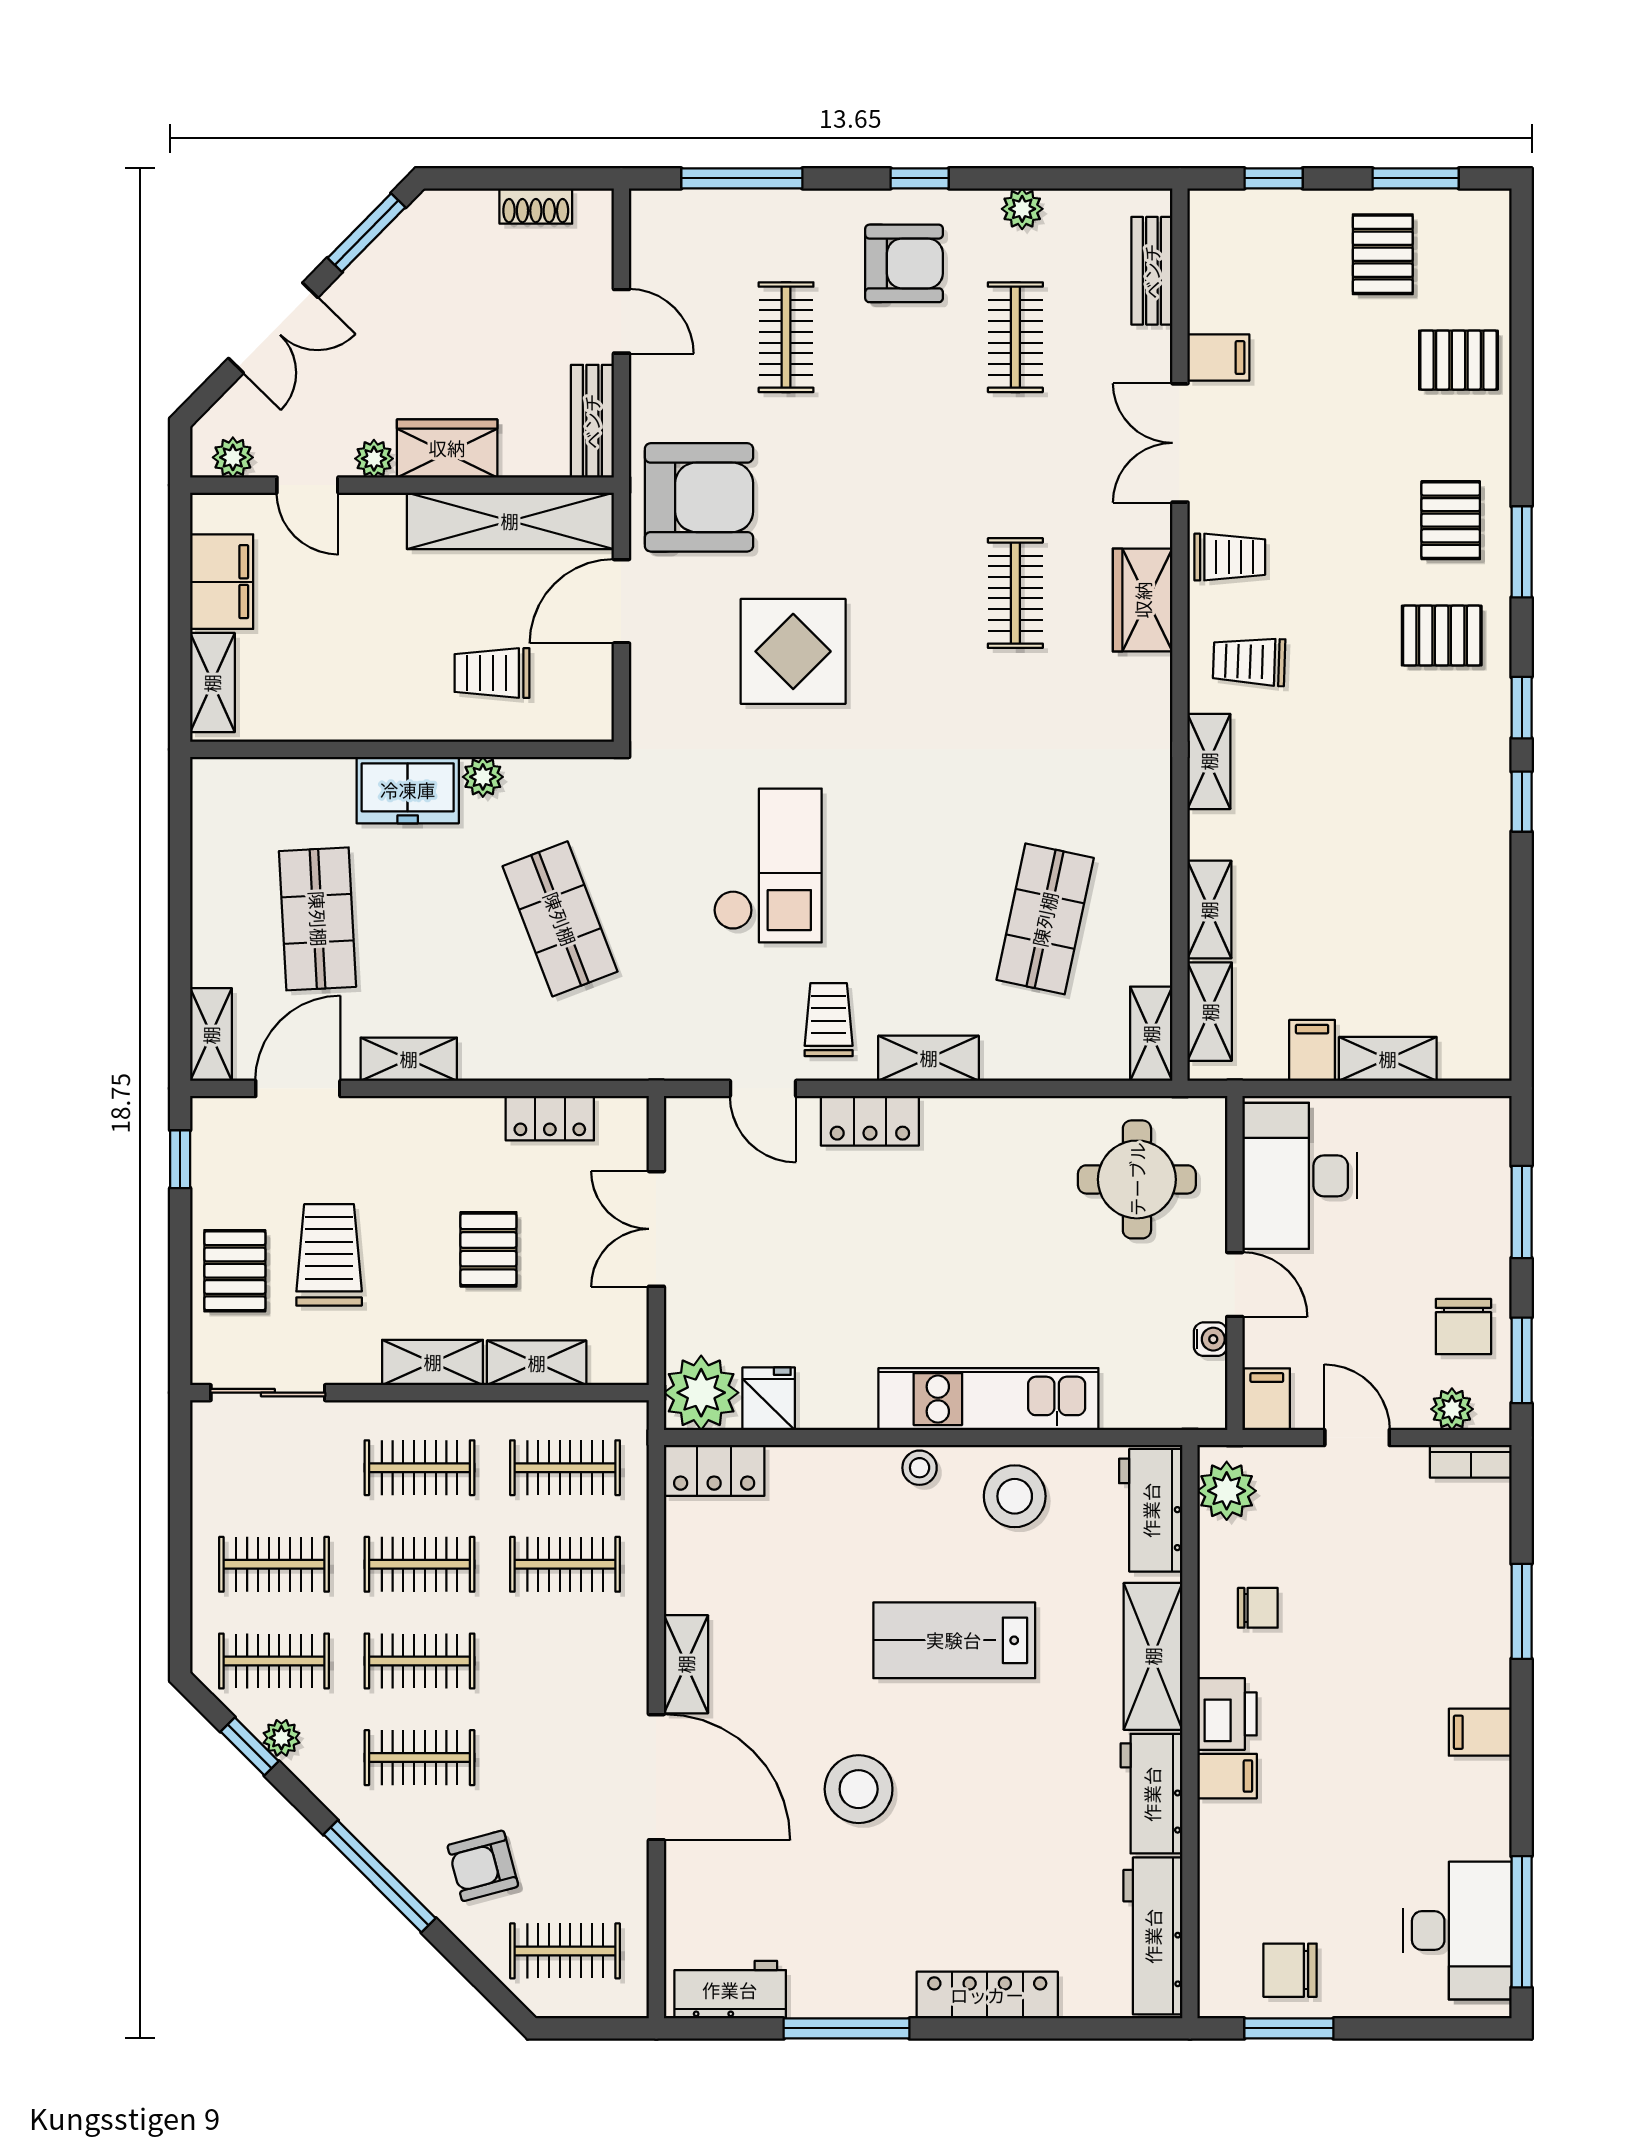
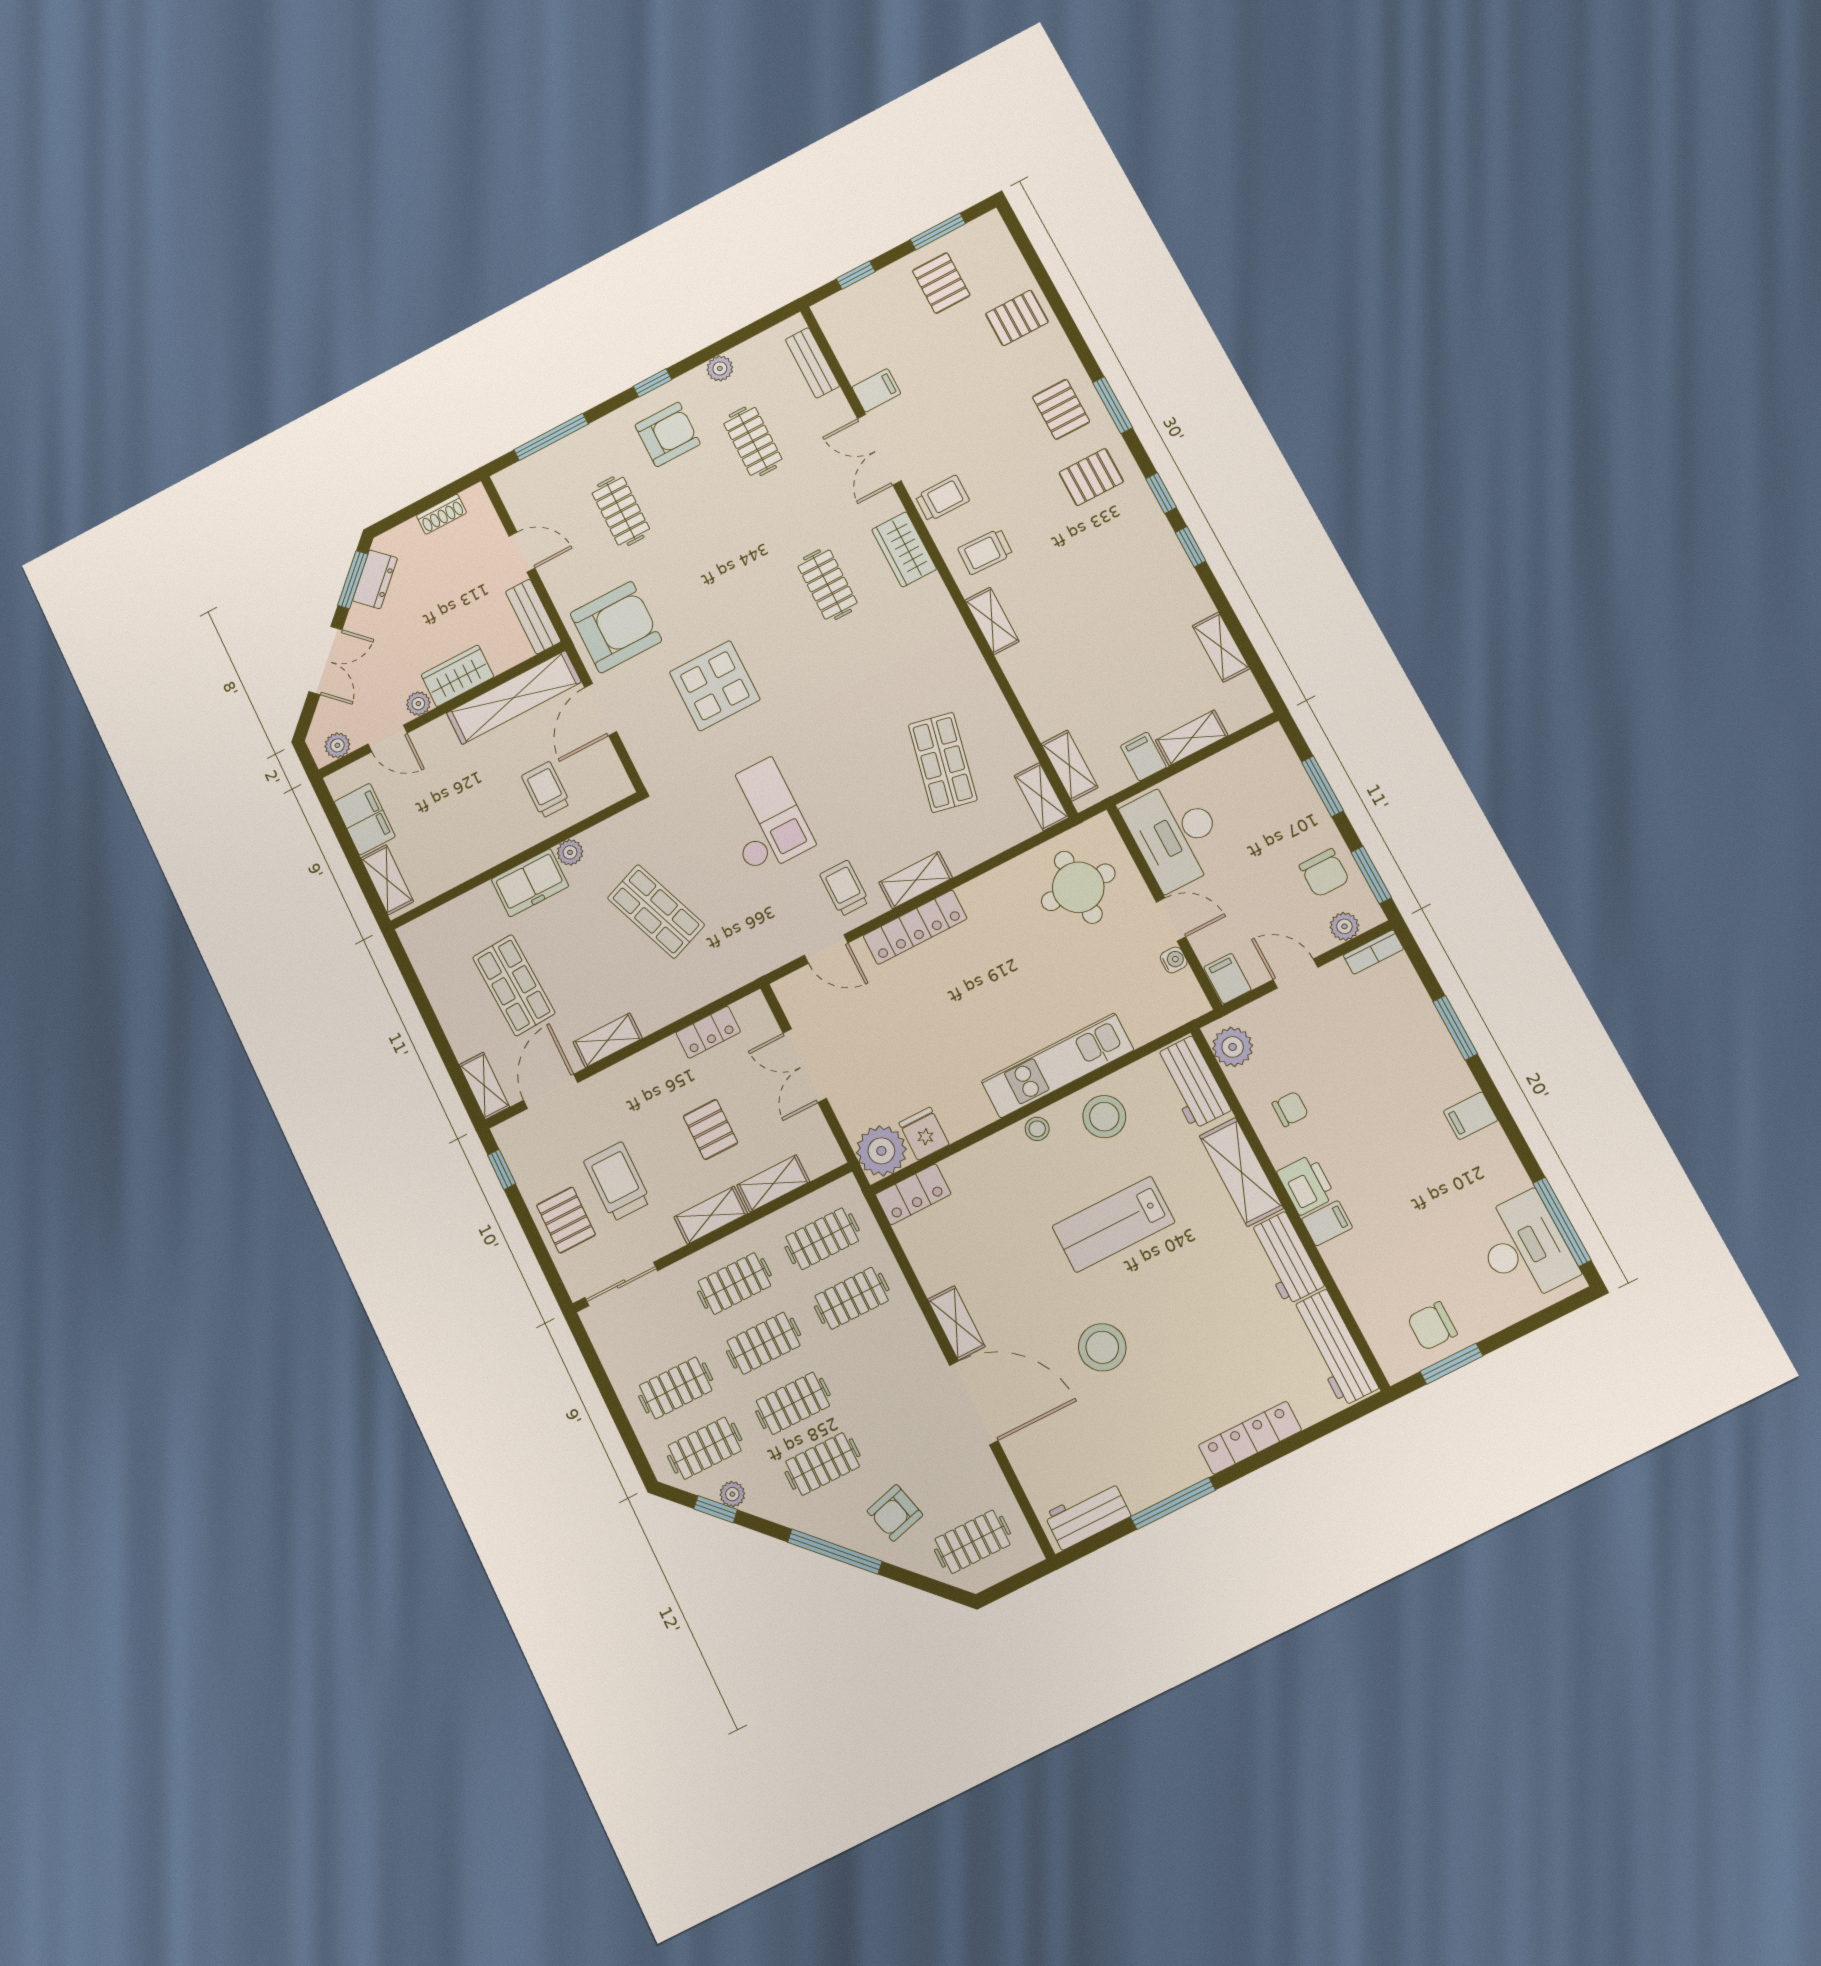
dresser: (398, 249) -> (375, 579), added
trolley: (492, 673) -> (546, 790), turned 90
shelving: (1209, 910) -> (1221, 647), moved
locker: (870, 1121) -> (915, 927), width x1.53

